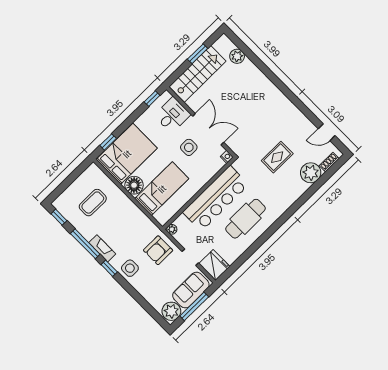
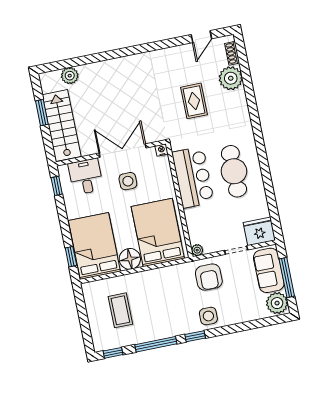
bed: (162, 189) -> (158, 233), width x1.50
bar counter: (216, 198) -> (193, 177), width x0.73
fireplace: (102, 248) -> (171, 330), removed

